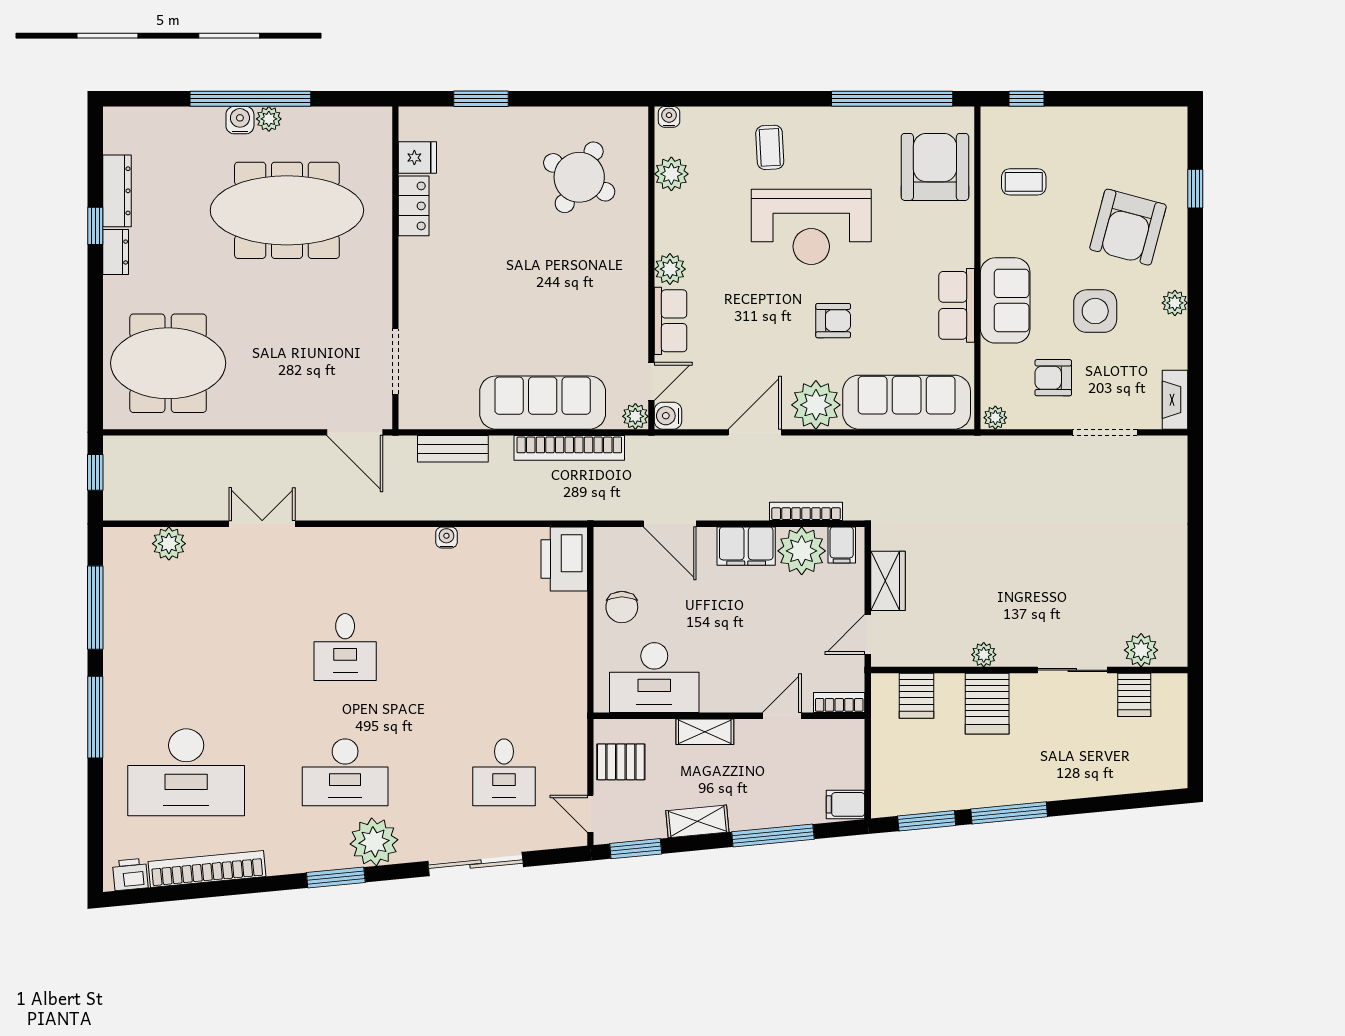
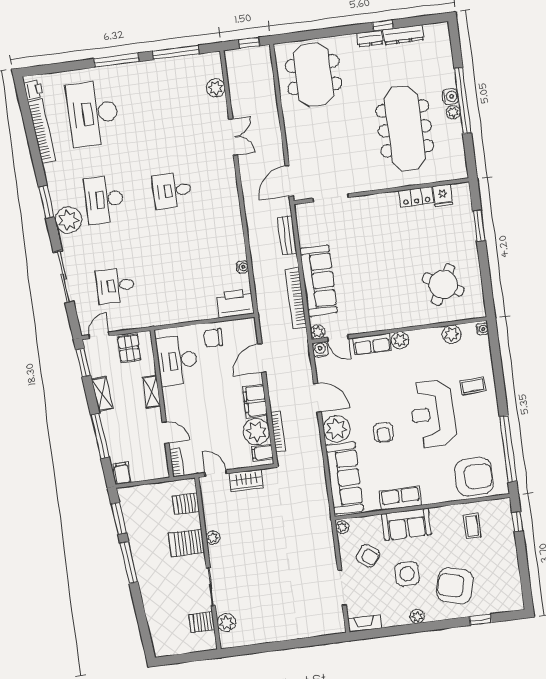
armchair: (1053, 378) -> (368, 556), turned 128
water cooler: (446, 537) -> (242, 267), moved

